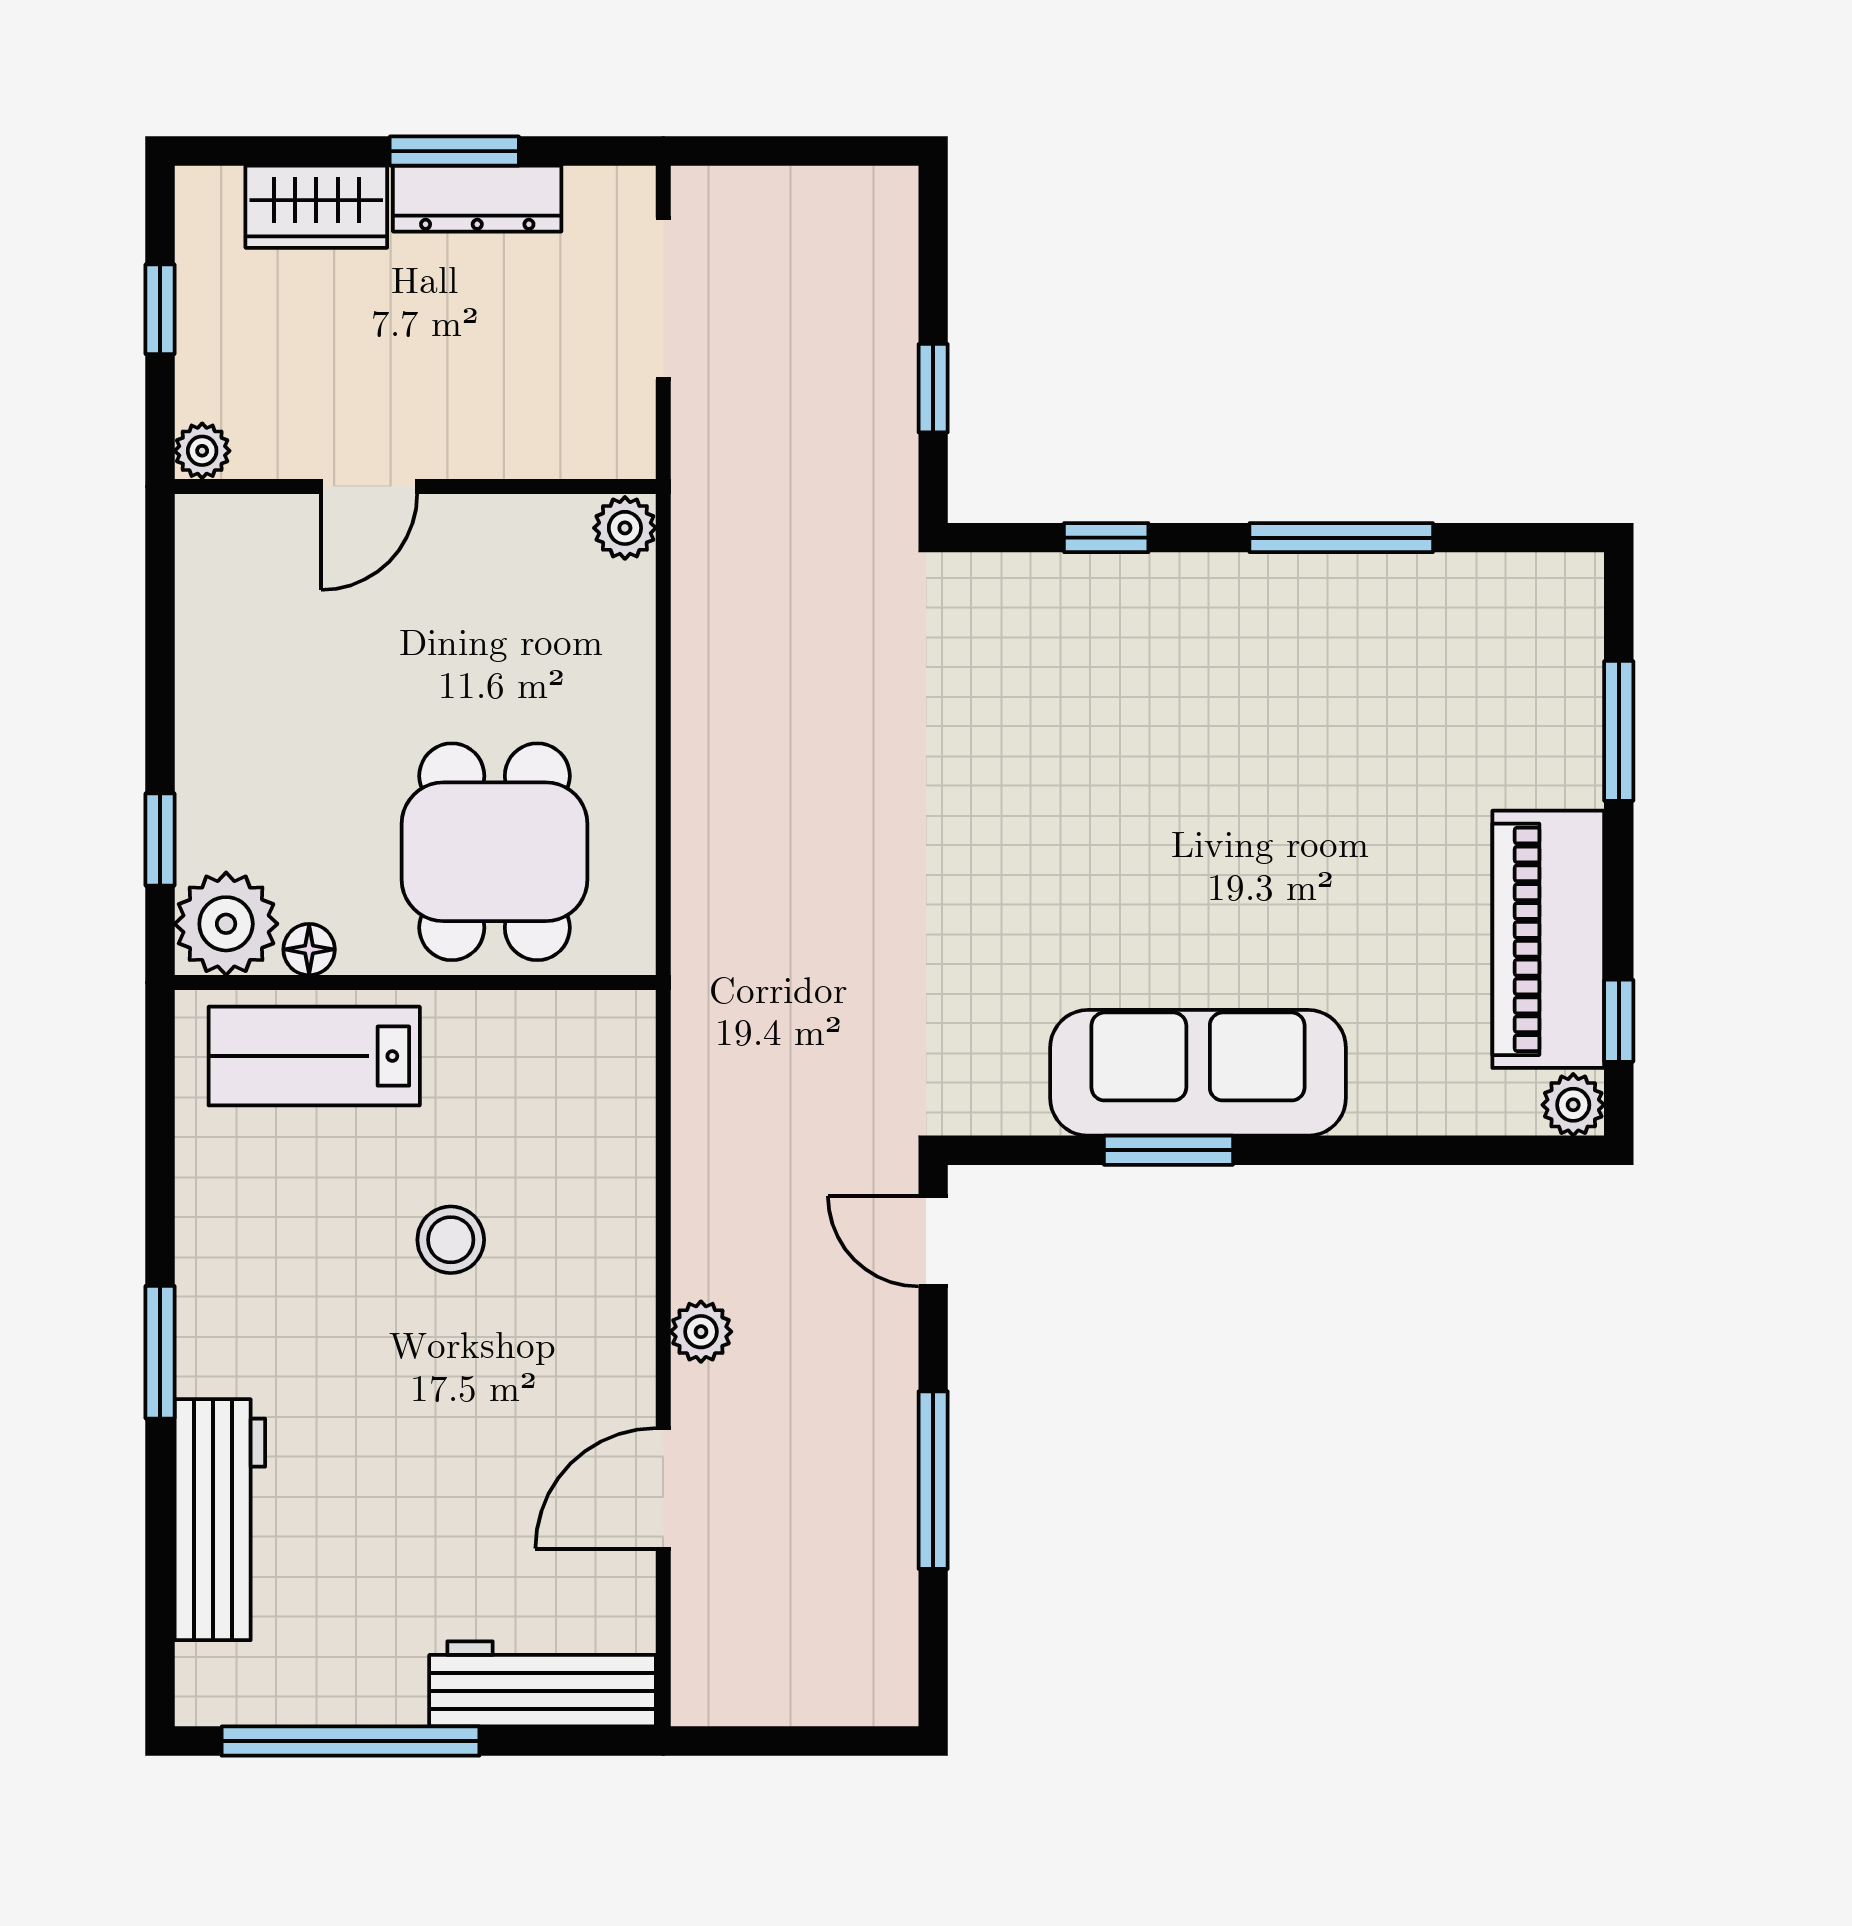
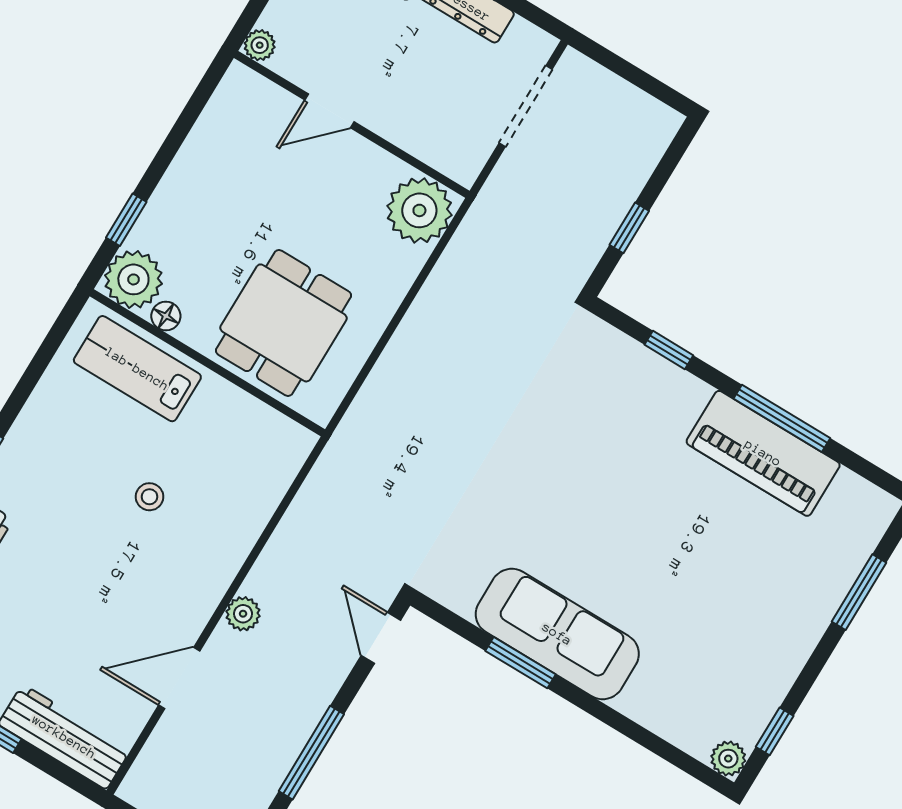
plant: (625, 528) -> (419, 210), width x1.88, depth x1.88
piano: (1548, 939) -> (763, 453), moved, turned -90
stool: (451, 1240) -> (149, 497), width x0.73, depth x0.73

